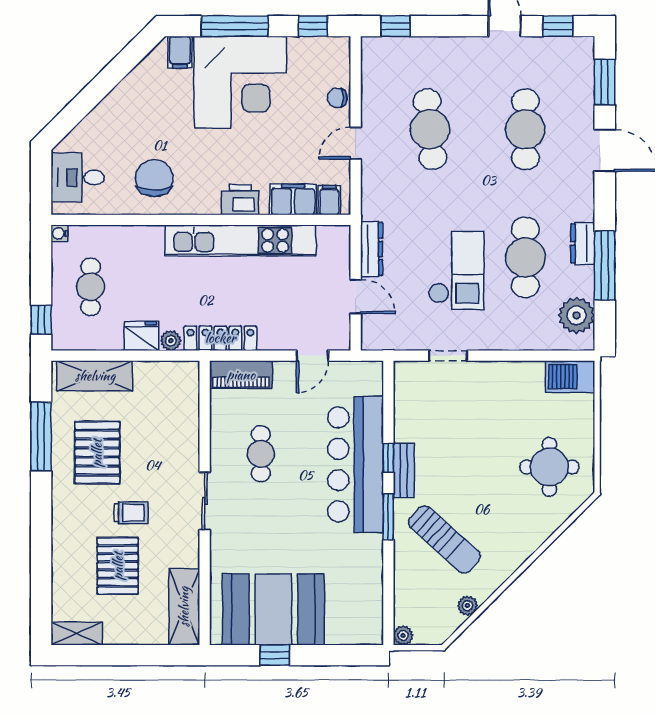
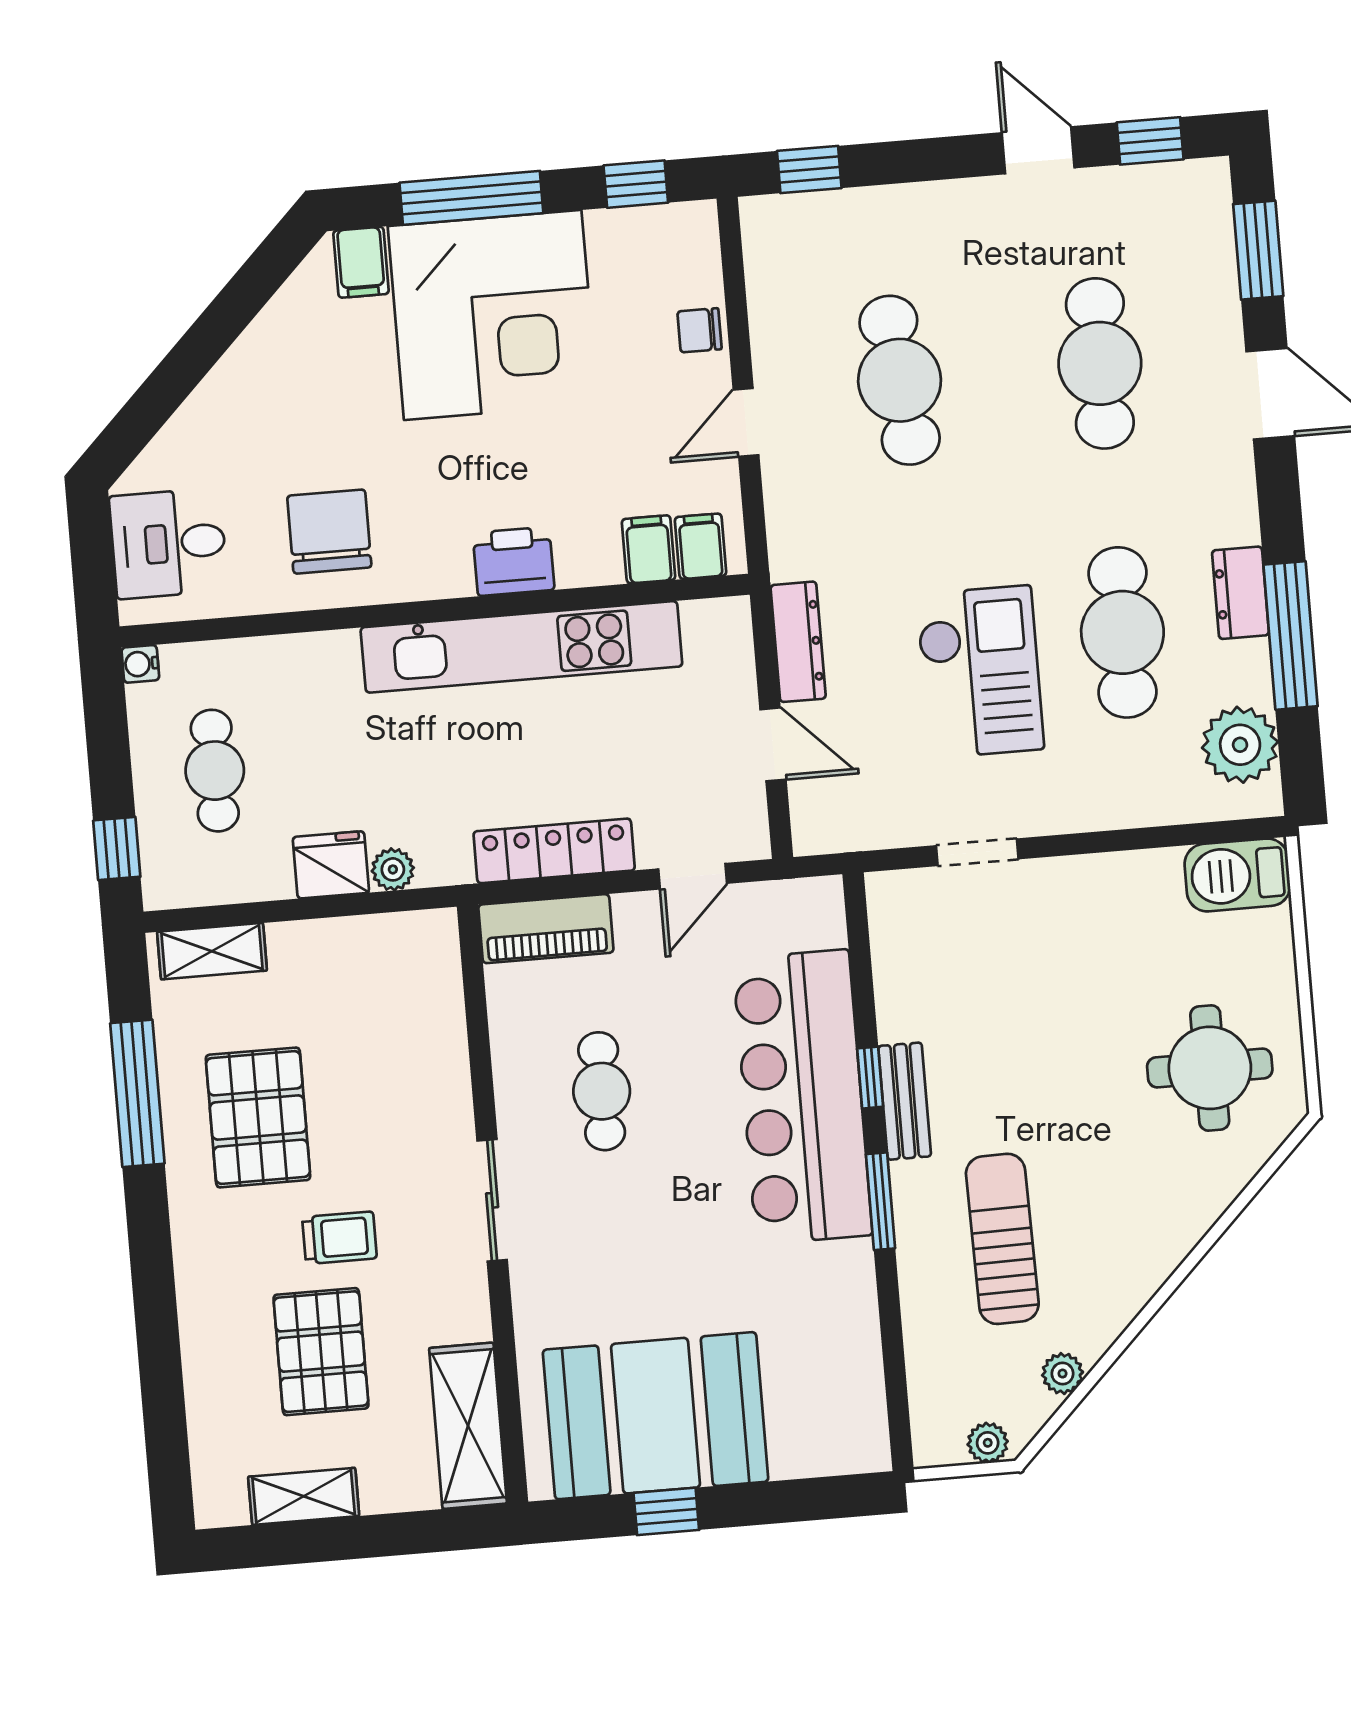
filing cabinet: (293, 199) -> (649, 549), width x0.50
locker: (220, 338) -> (554, 851), moved
shelving: (95, 376) -> (212, 951), width x0.67, depth x0.75
sun lounger: (444, 540) -> (1002, 1239), turned -133
shelving: (77, 634) -> (304, 1496), moved
plant: (403, 635) -> (988, 1443), moved

